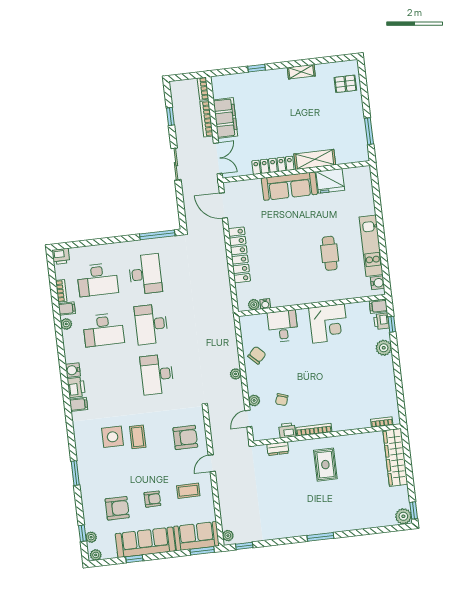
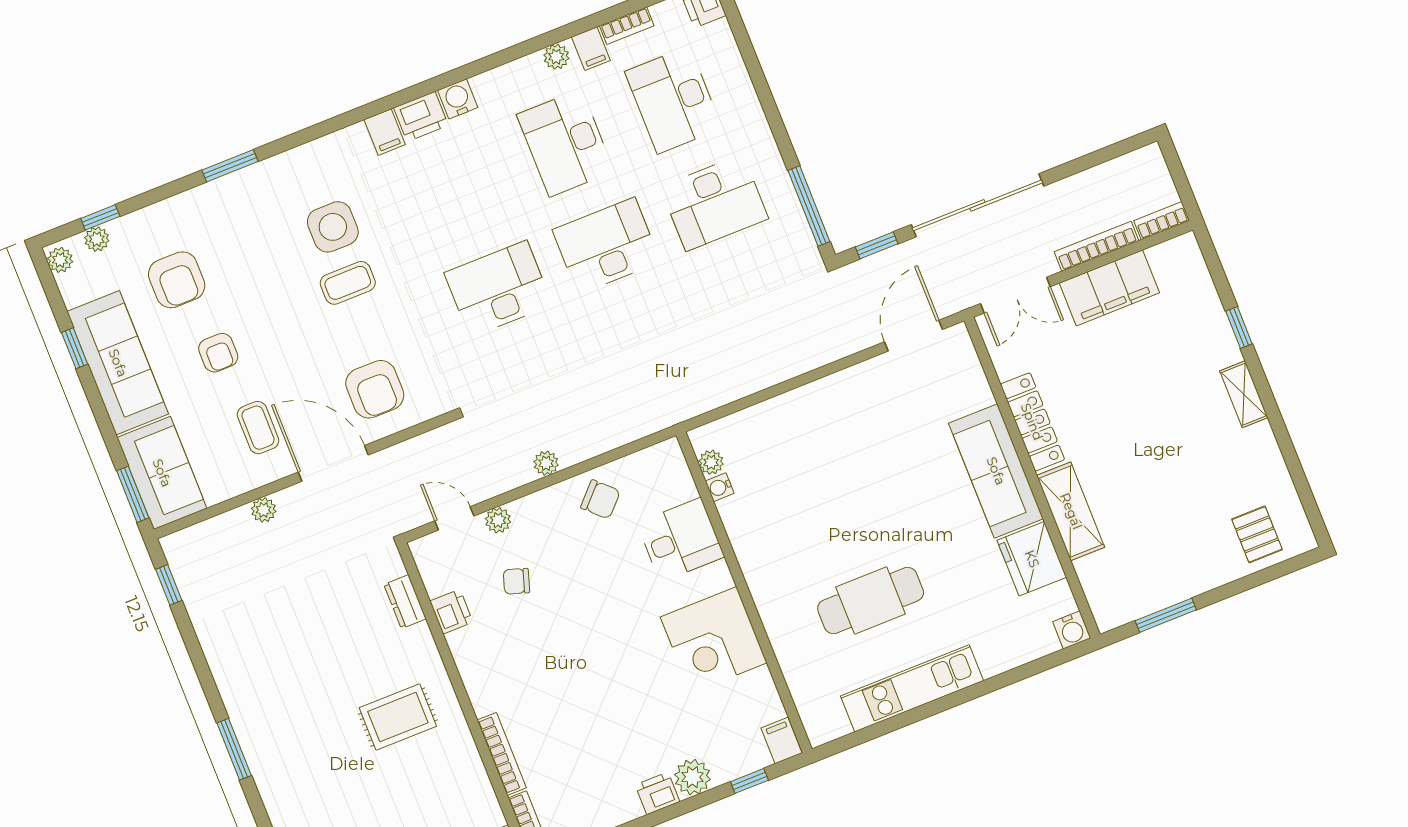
shelving: (301, 72) -> (1244, 394), moved
window: (170, 117) -> (877, 245), moved
sliding door: (176, 164) -> (977, 205), width x1.86
cafe table: (330, 253) -> (871, 601), width x1.37, depth x1.35
locker: (239, 255) -> (813, 400), removed
water cooler: (378, 283) -> (1072, 630), moved
printer: (381, 321) -> (657, 793), moved
bookcase: (314, 430) -> (502, 754), moved
door: (212, 463) -> (333, 463), width x1.88
plant: (228, 536) -> (264, 510), moved

